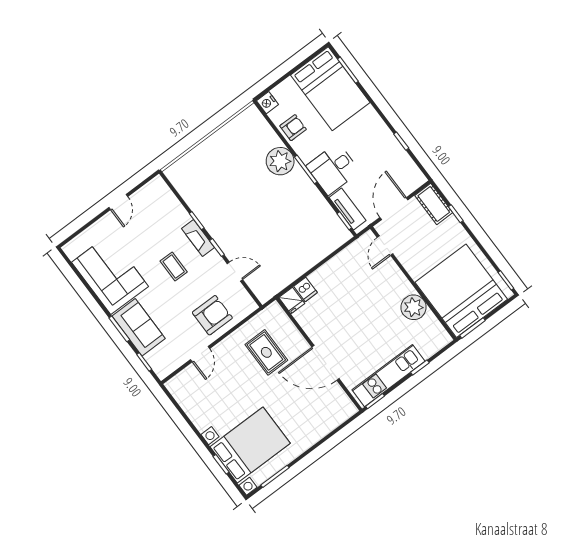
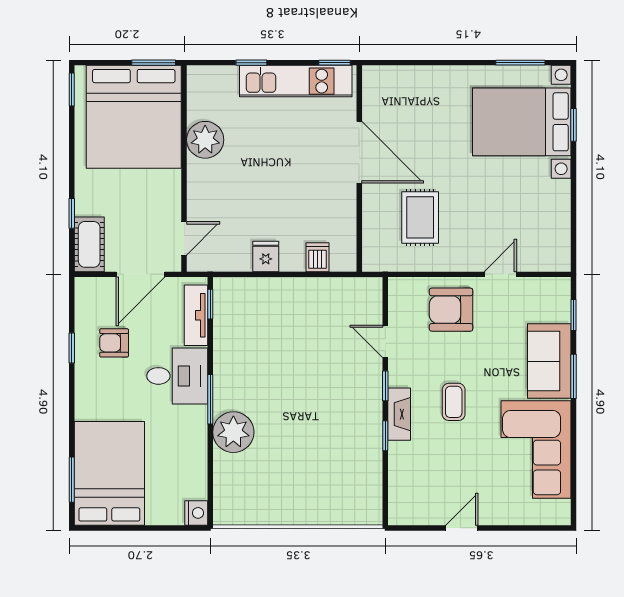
armchair: (293, 128) -> (114, 343), moved
fridge: (292, 300) -> (266, 256), moved

